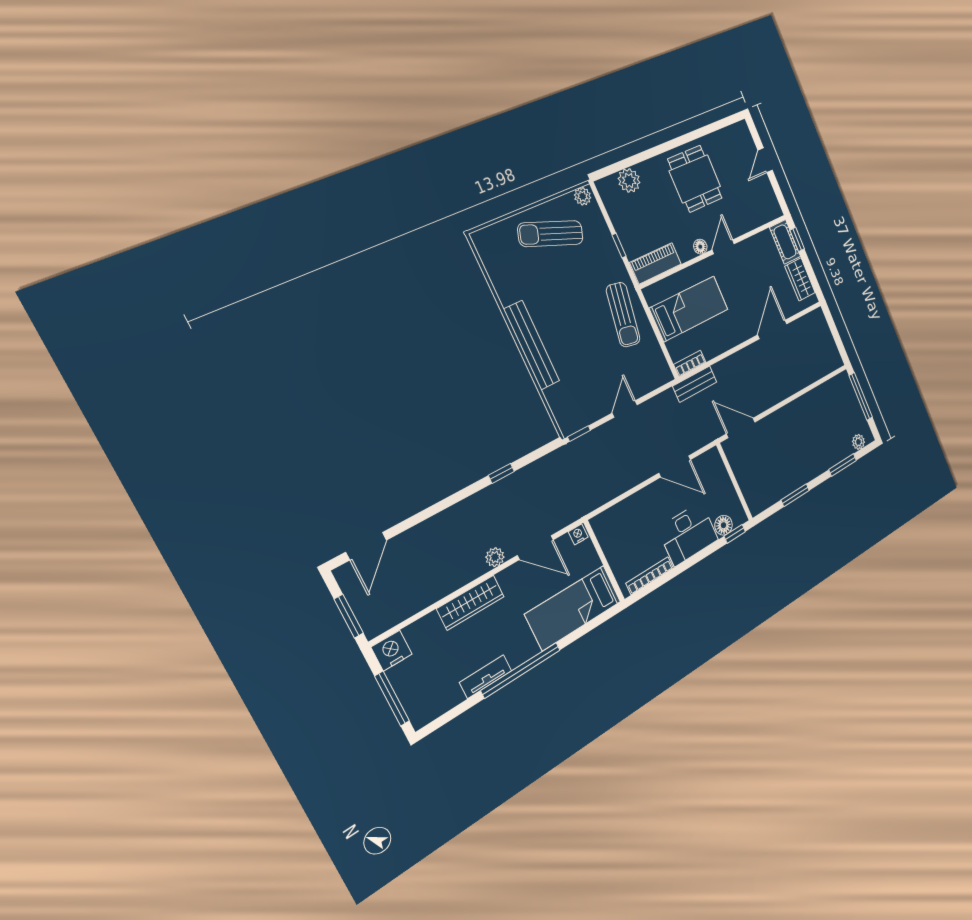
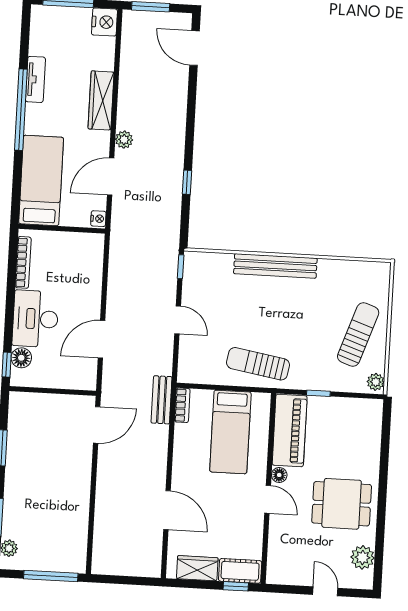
plant: (629, 180) -> (363, 557), moved
piano: (656, 263) -> (290, 430), width x1.37, depth x1.33

